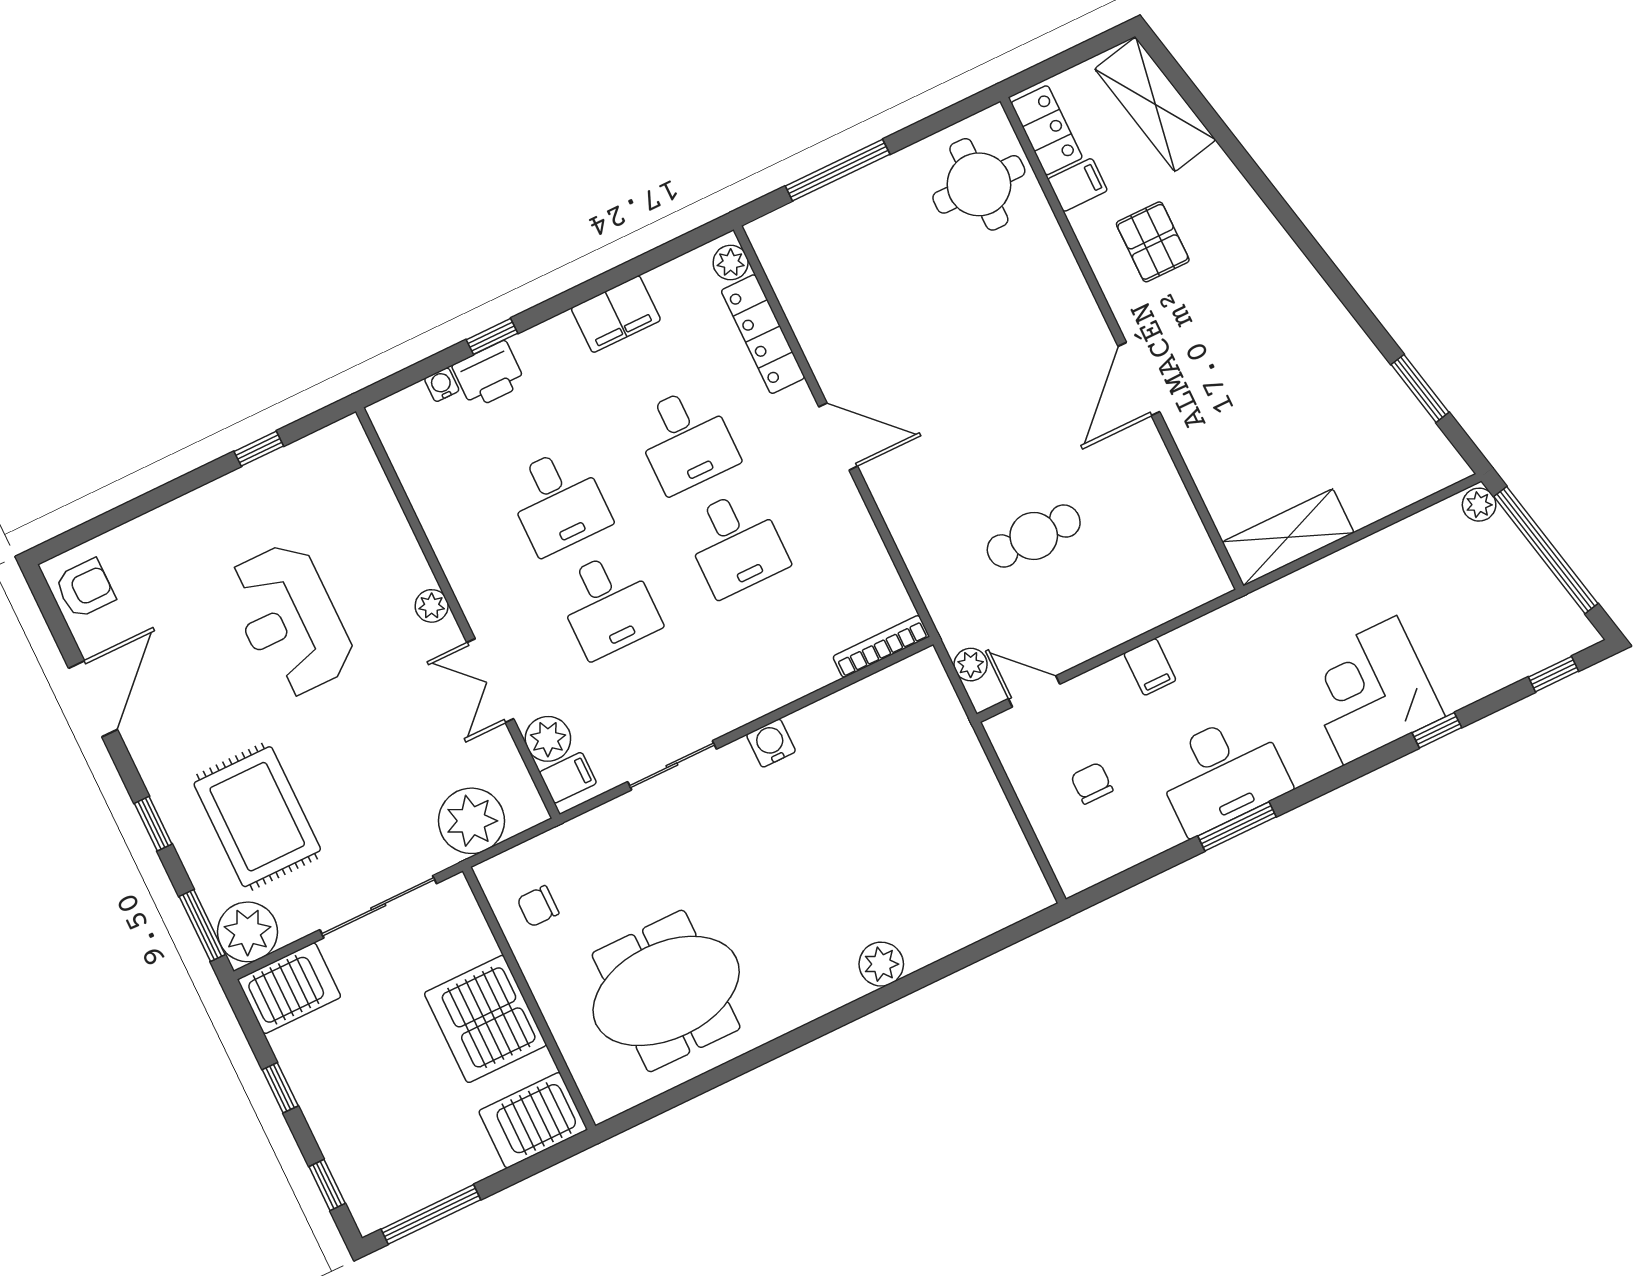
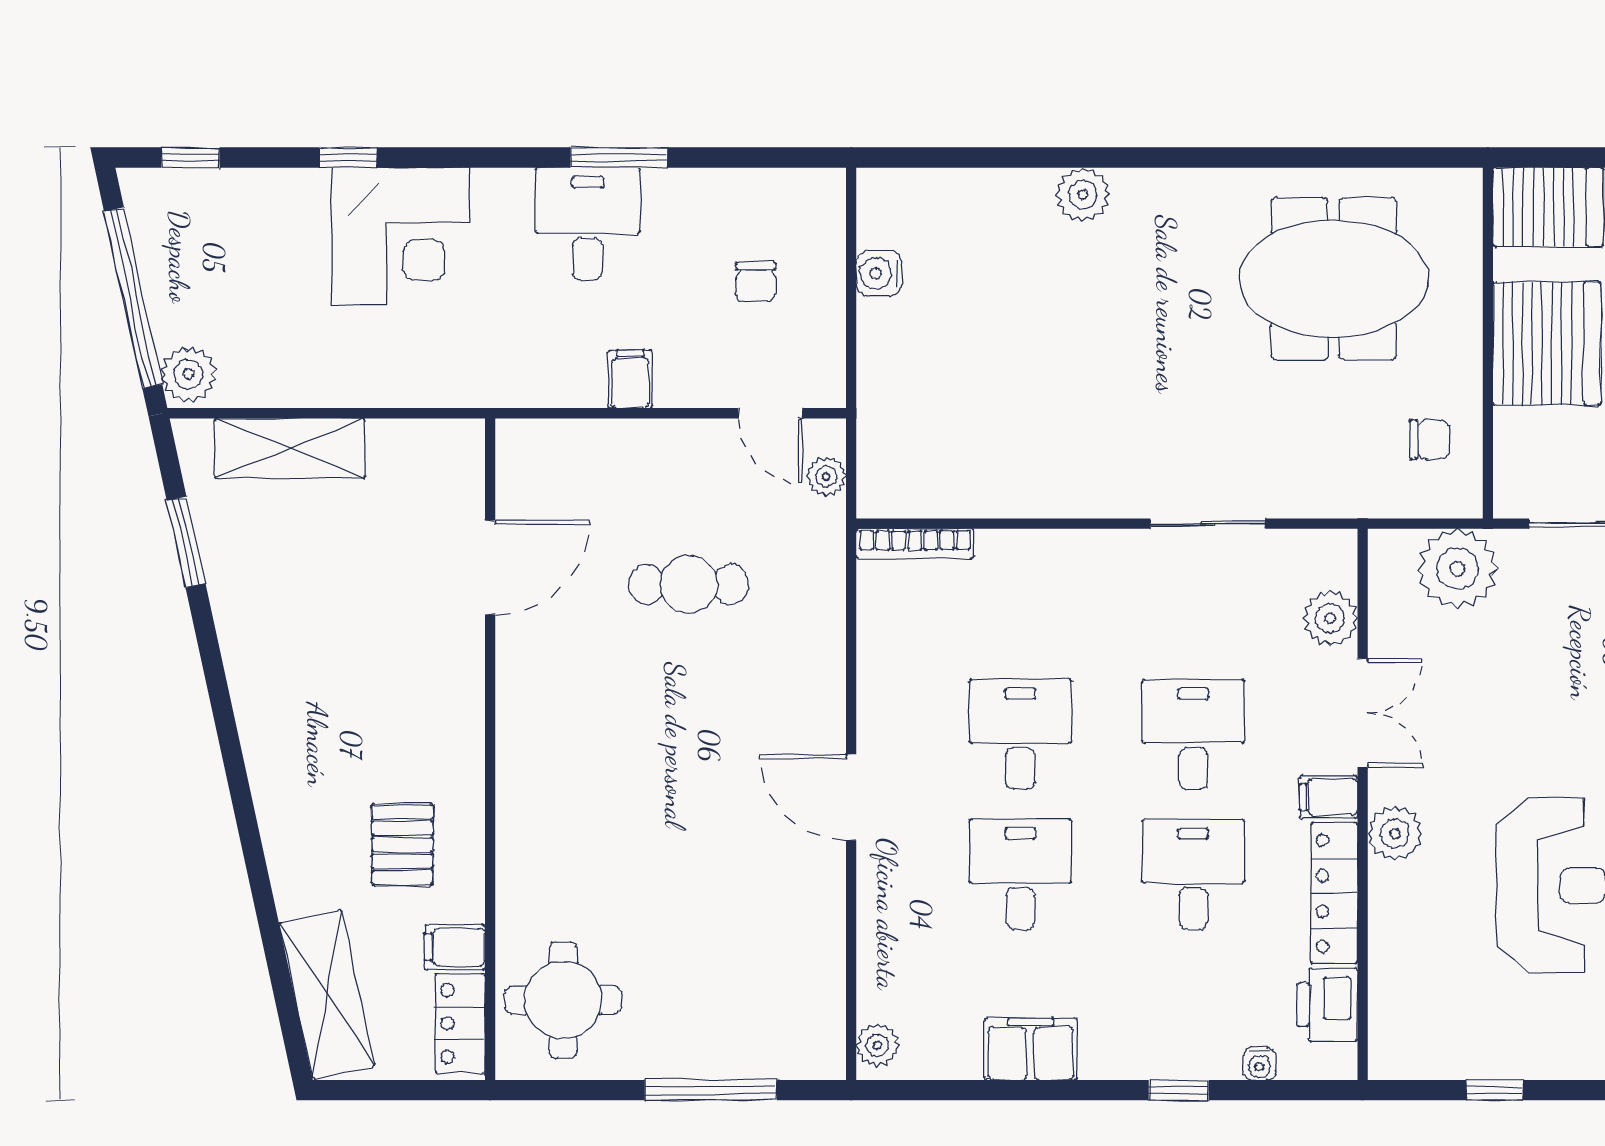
locker: (763, 334) -> (1334, 893), moved, turned 180
printer: (489, 375) -> (1327, 1005), moved, turned -90
door: (1139, 379) -> (490, 568), moved
plant: (1479, 505) -> (188, 374), width x1.38, depth x1.38
shelving: (1288, 537) -> (290, 448), moved
plant: (432, 606) -> (1395, 833), width x1.38, depth x1.38
water cooler: (771, 743) -> (879, 273), moved, turned 90
desk: (1222, 773) -> (588, 224), width x0.73
filing cabinet: (568, 778) -> (1329, 797), moved

